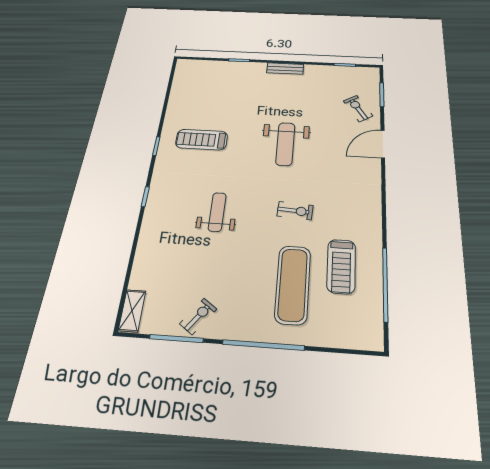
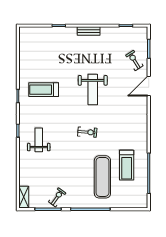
exercise bike: (295, 211) -> (87, 132), moved
weight bench: (217, 212) -> (39, 140), moved

